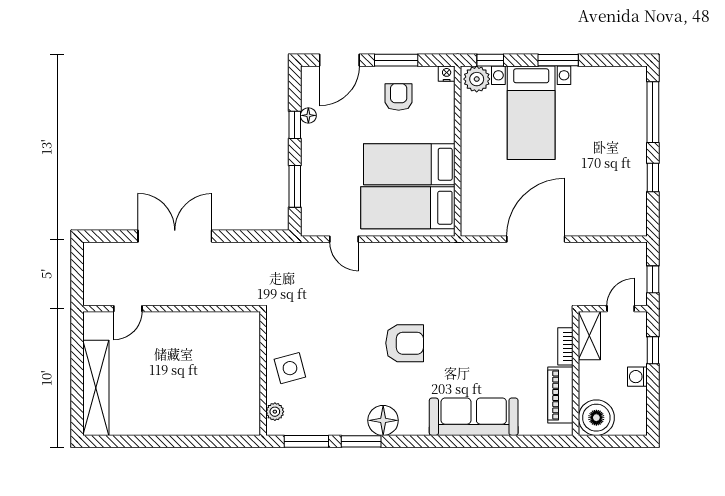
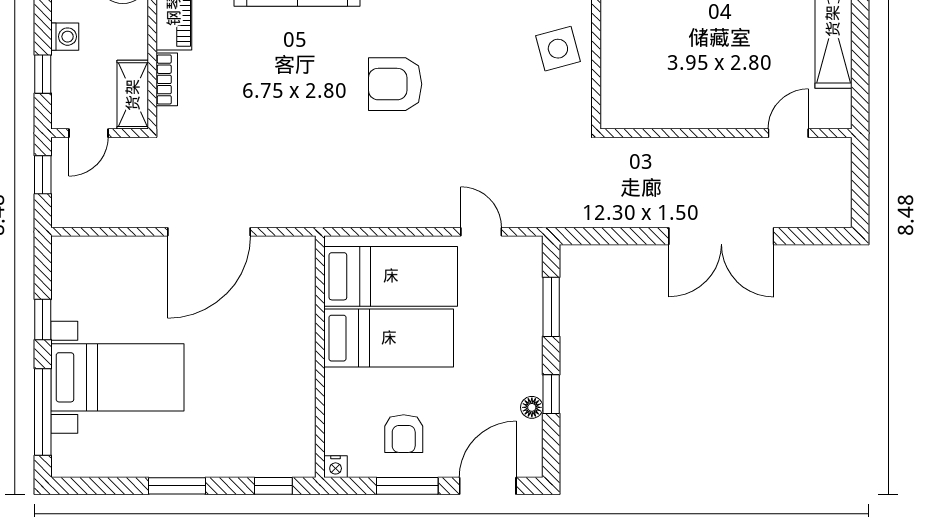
plant: (477, 79) -> (293, 459), removed
bed with nightstands: (531, 113) -> (117, 377), moved, turned 90

